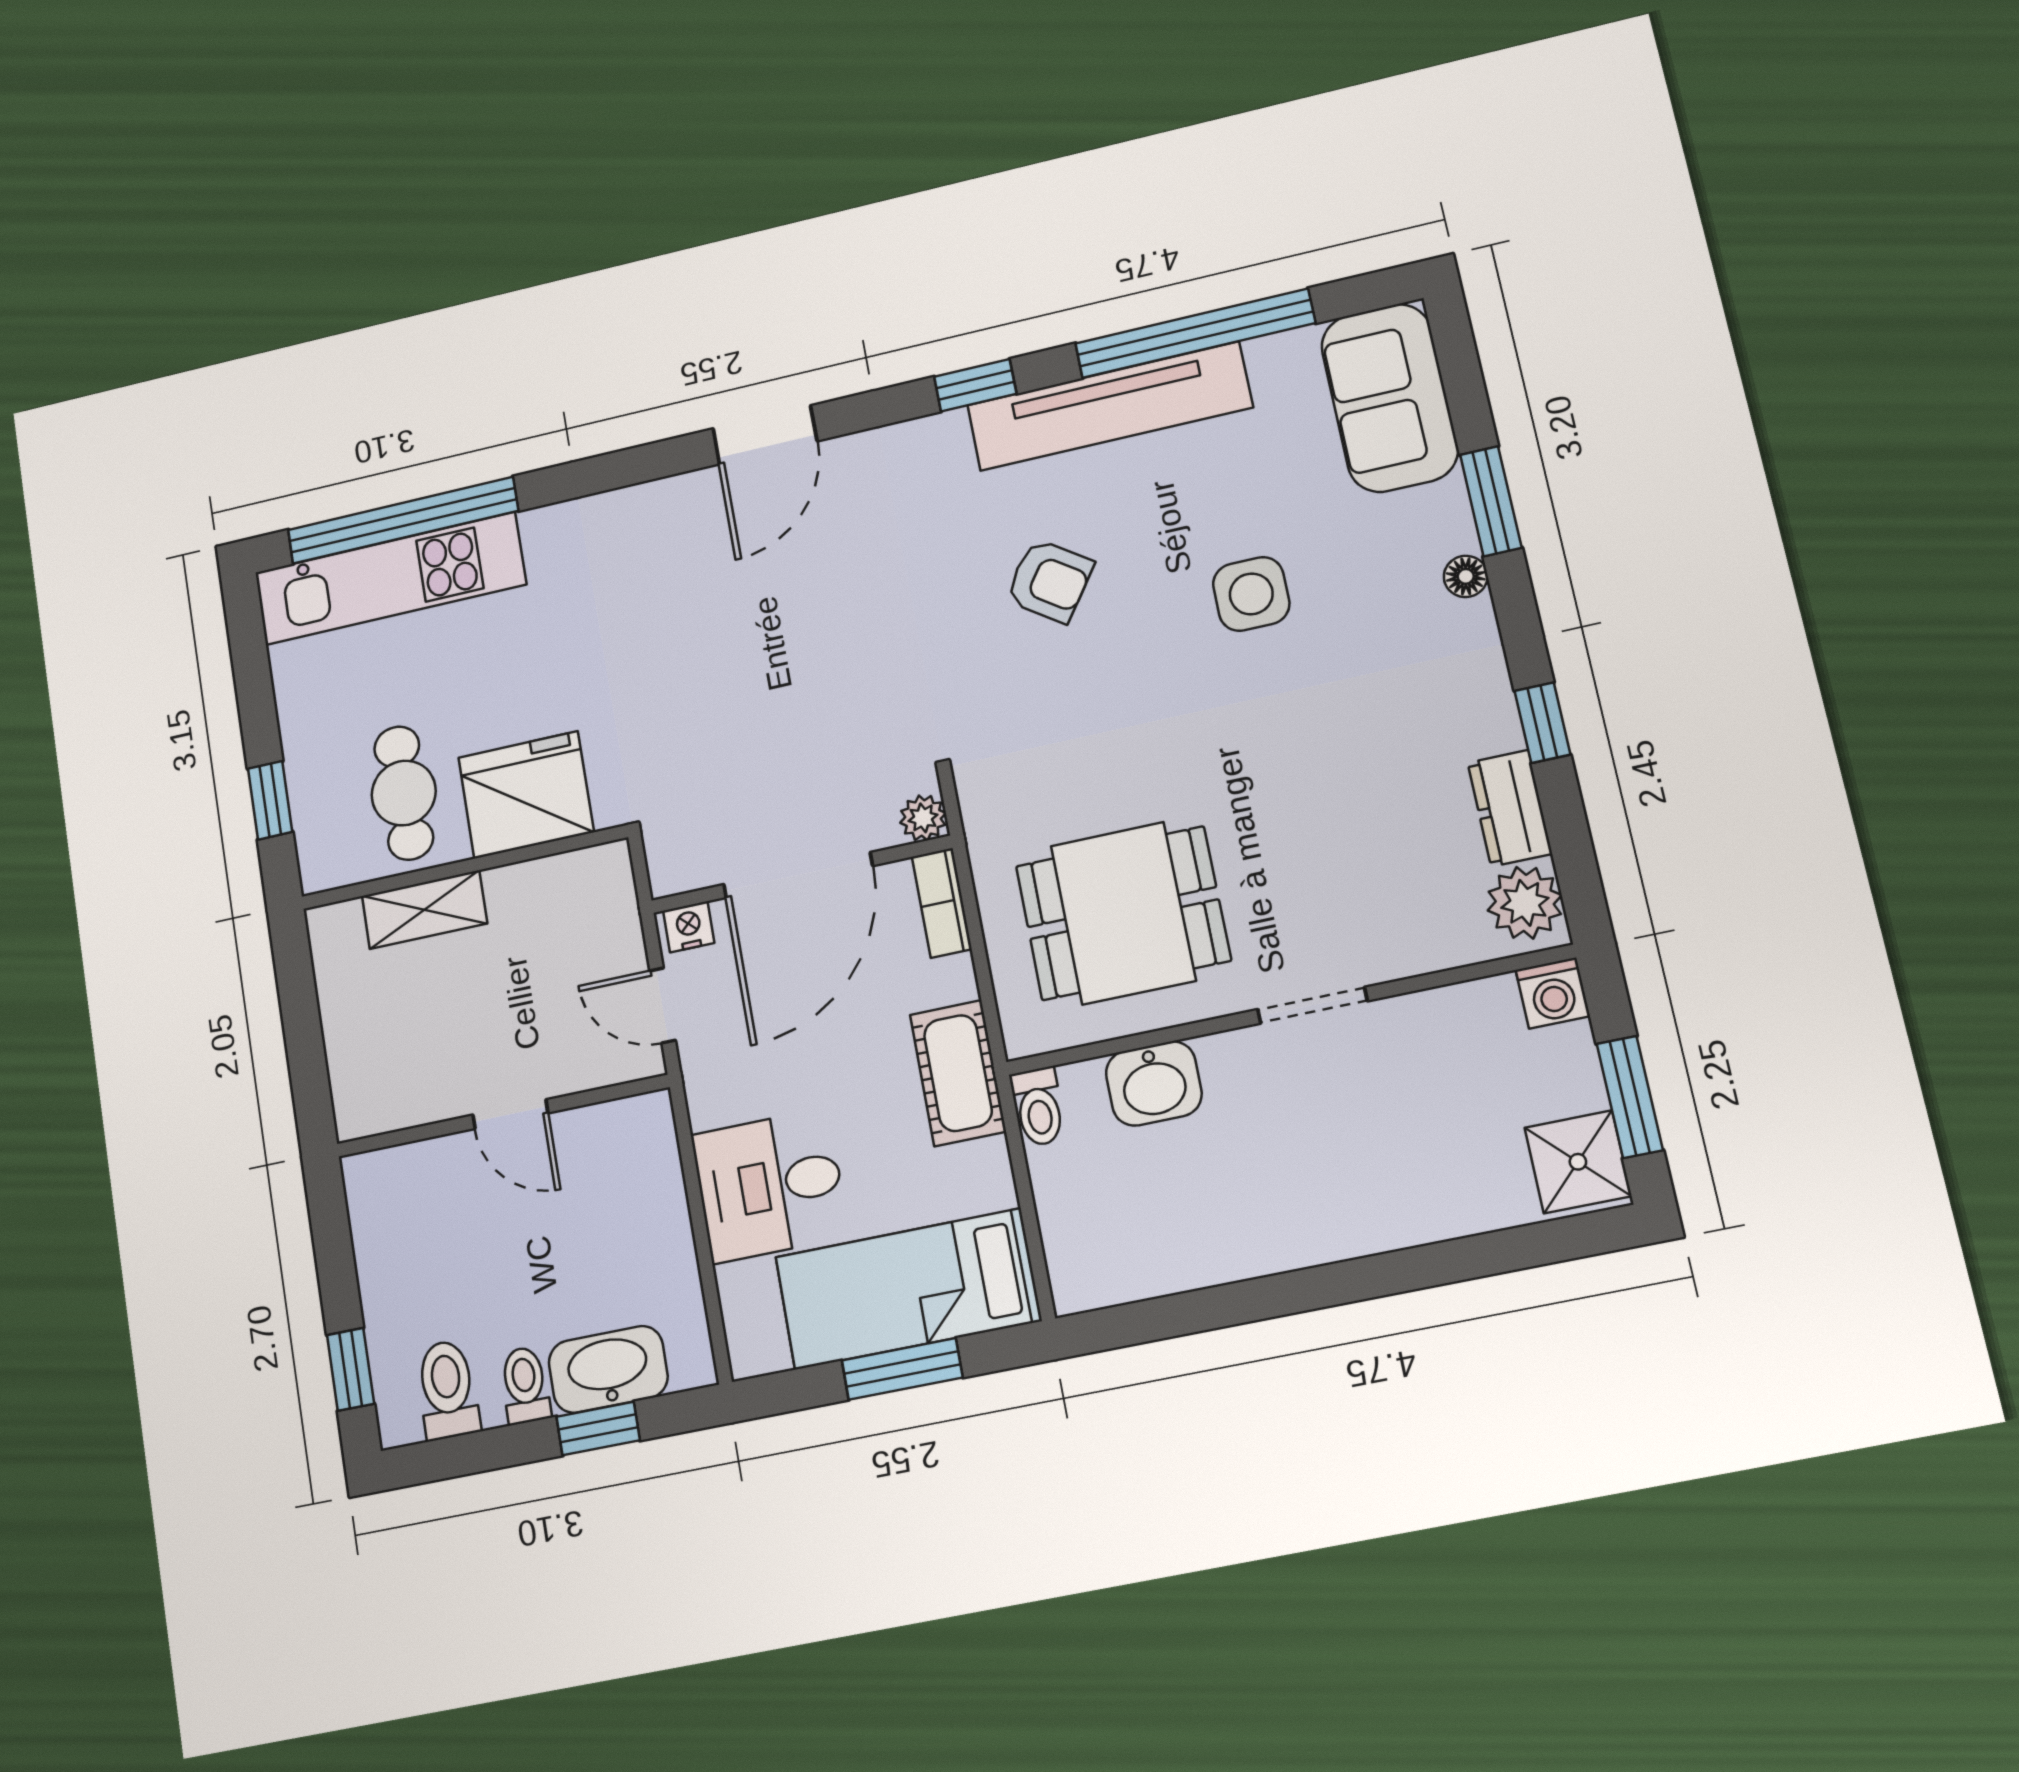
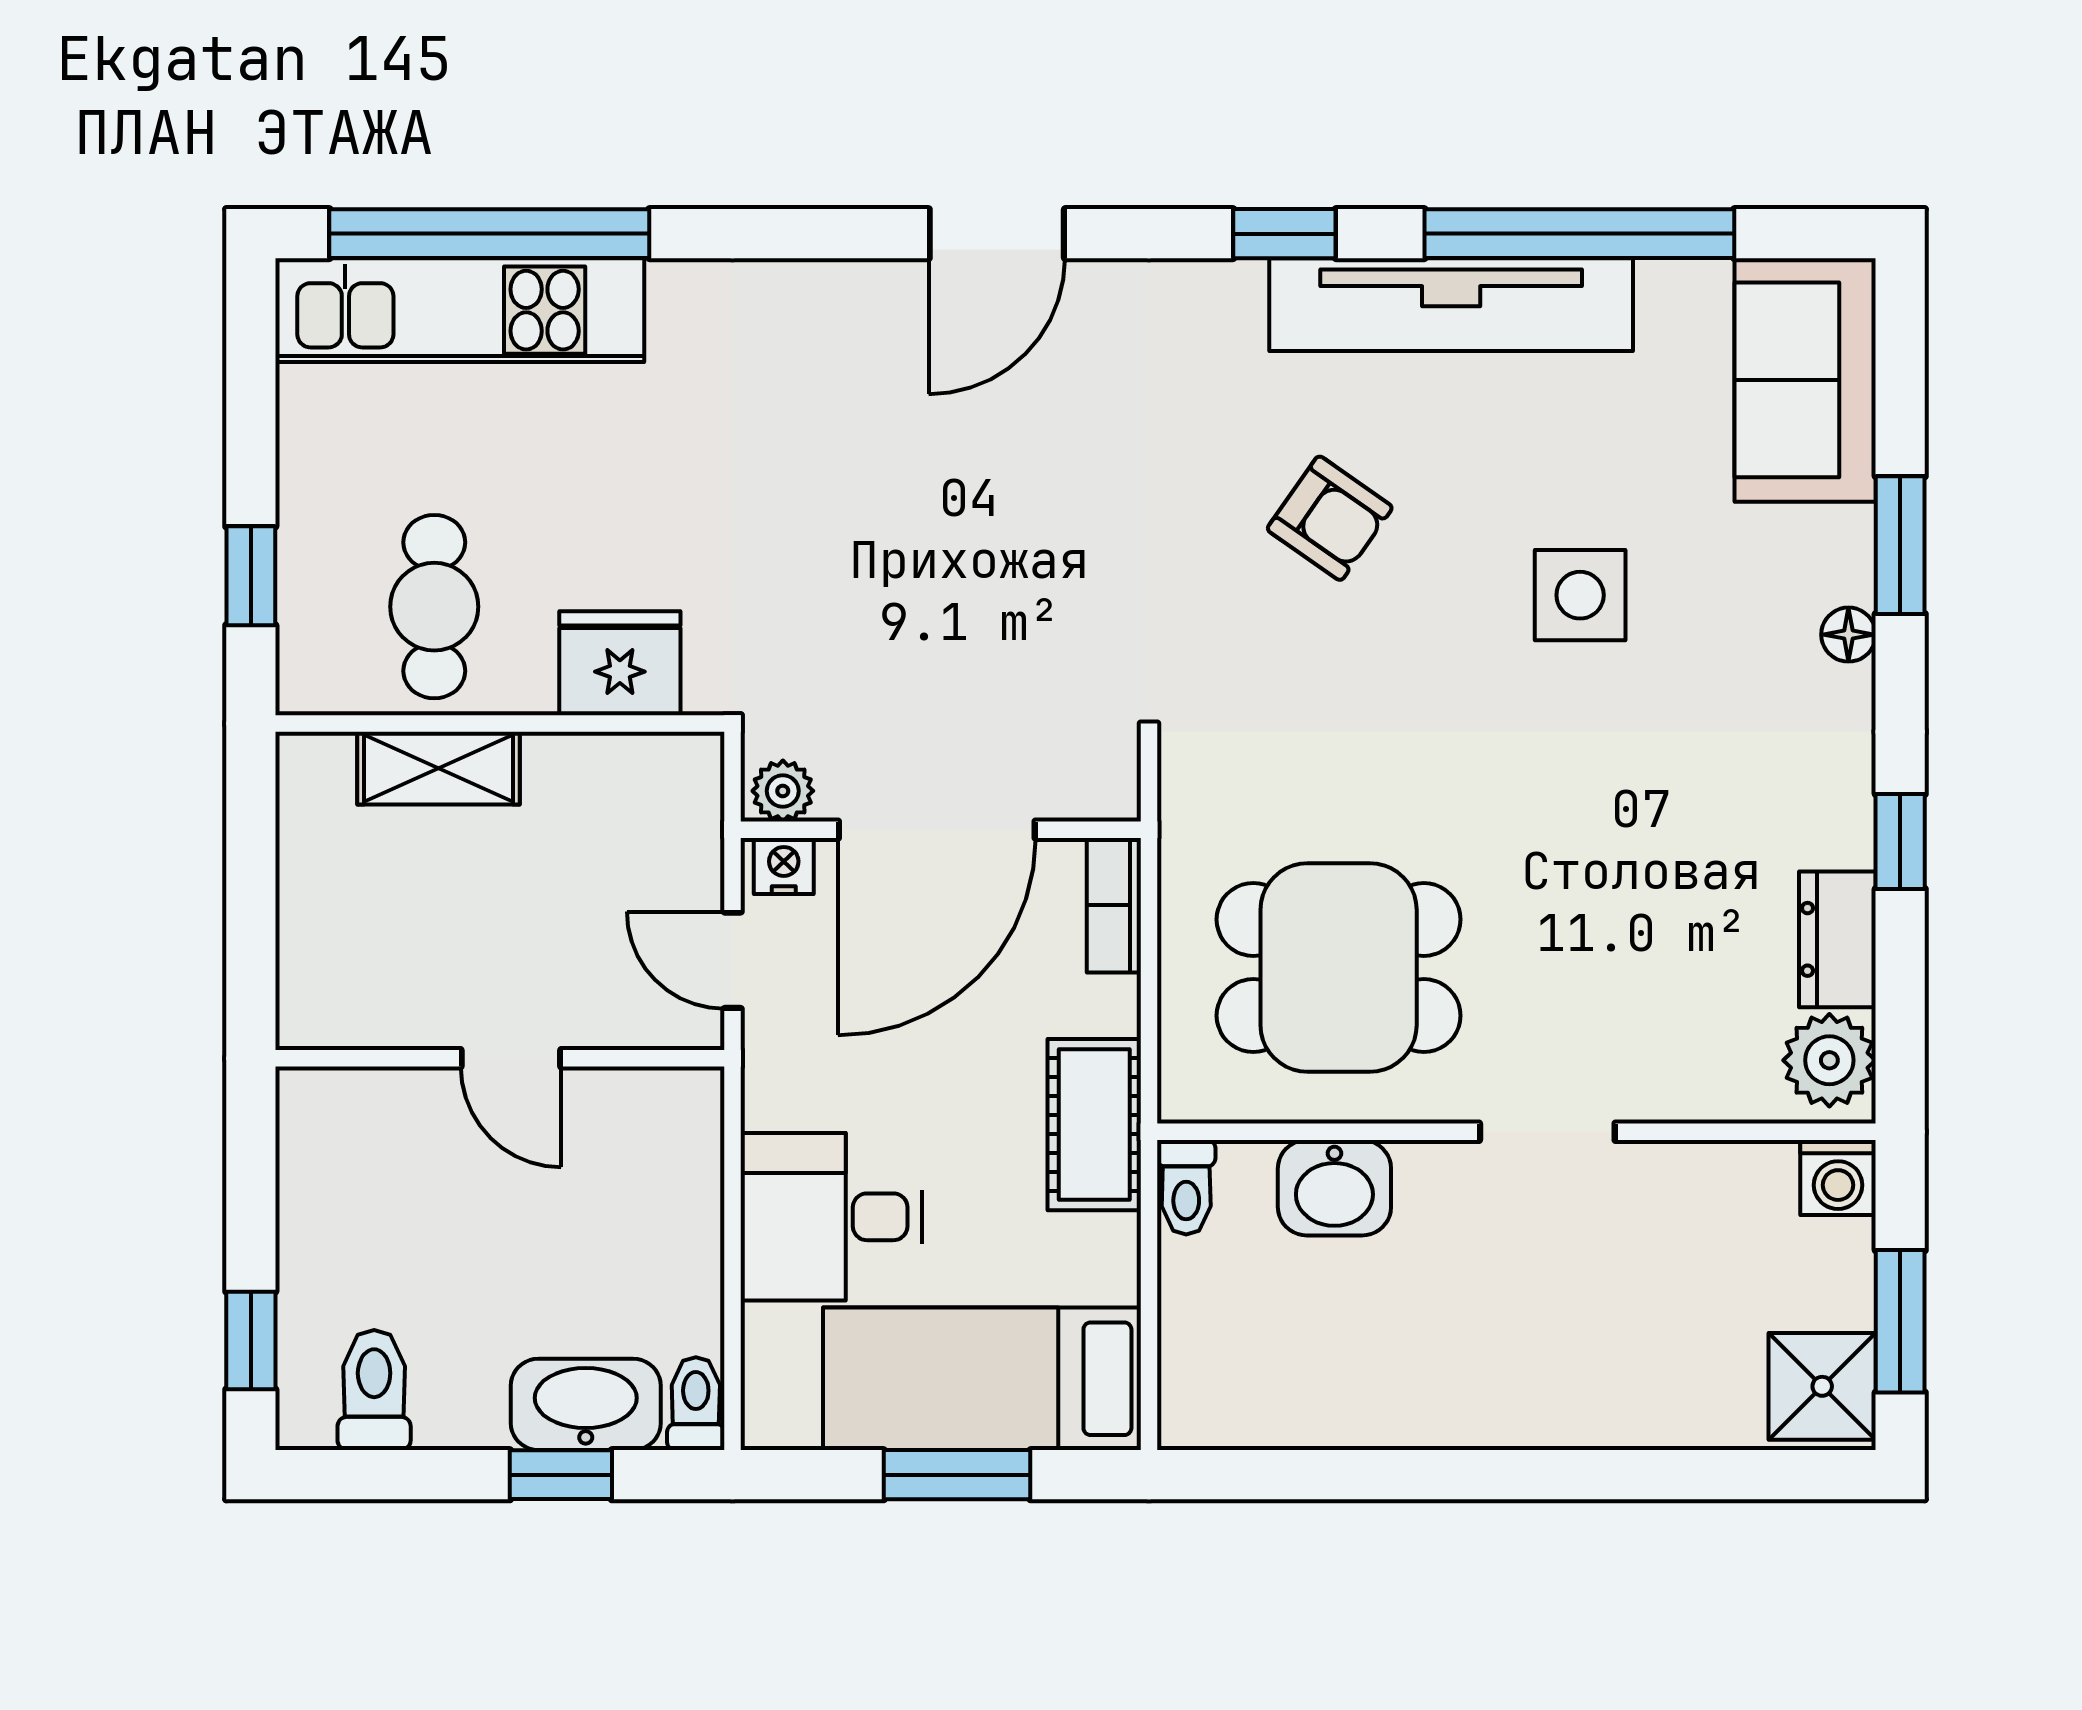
fridge: (526, 795) -> (620, 663), width x0.73, depth x0.75
plant: (923, 818) -> (783, 791), moved
toilet: (525, 1385) -> (696, 1404), moved

